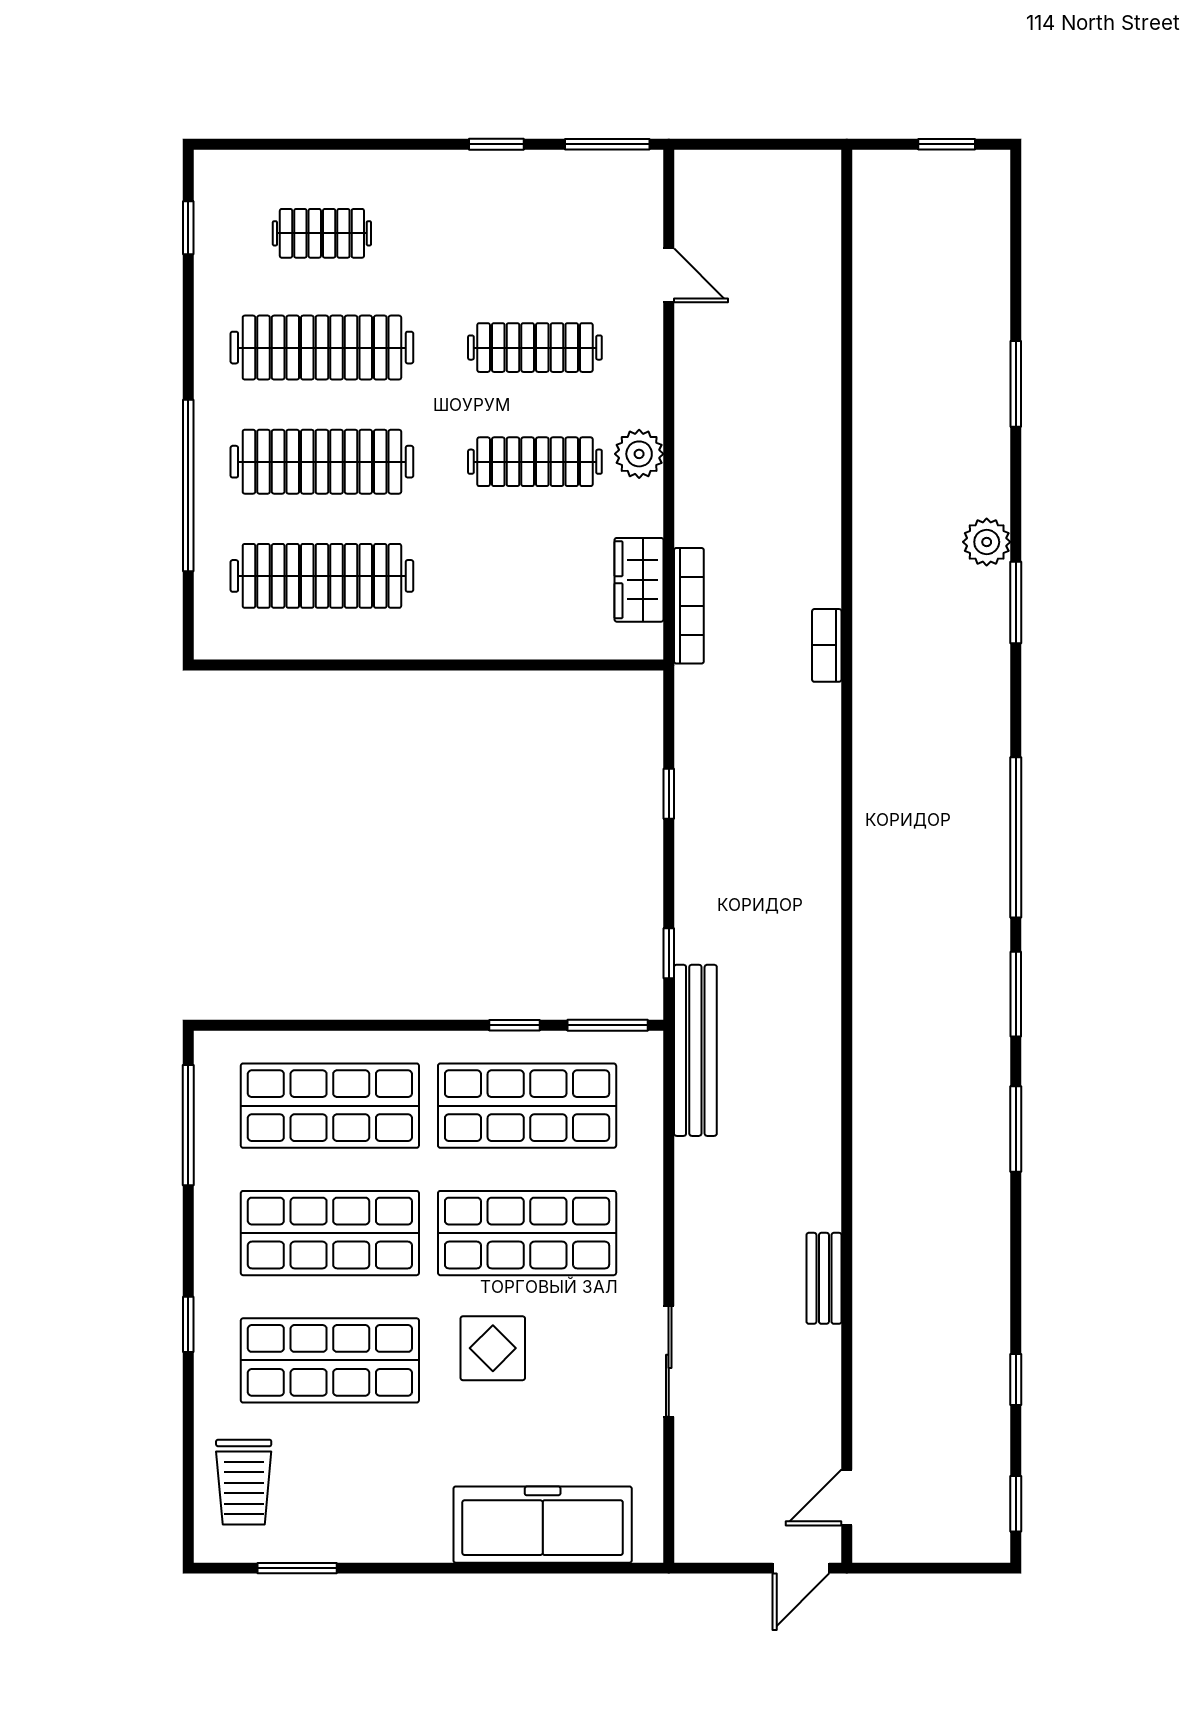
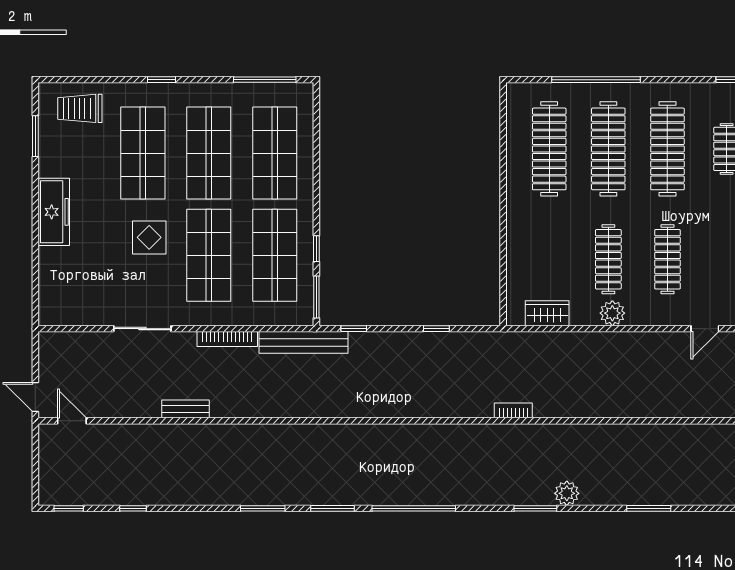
bookcase: (689, 606) -> (227, 339), moved
freezer: (543, 1525) -> (54, 212), moved, width x0.73, depth x0.79

